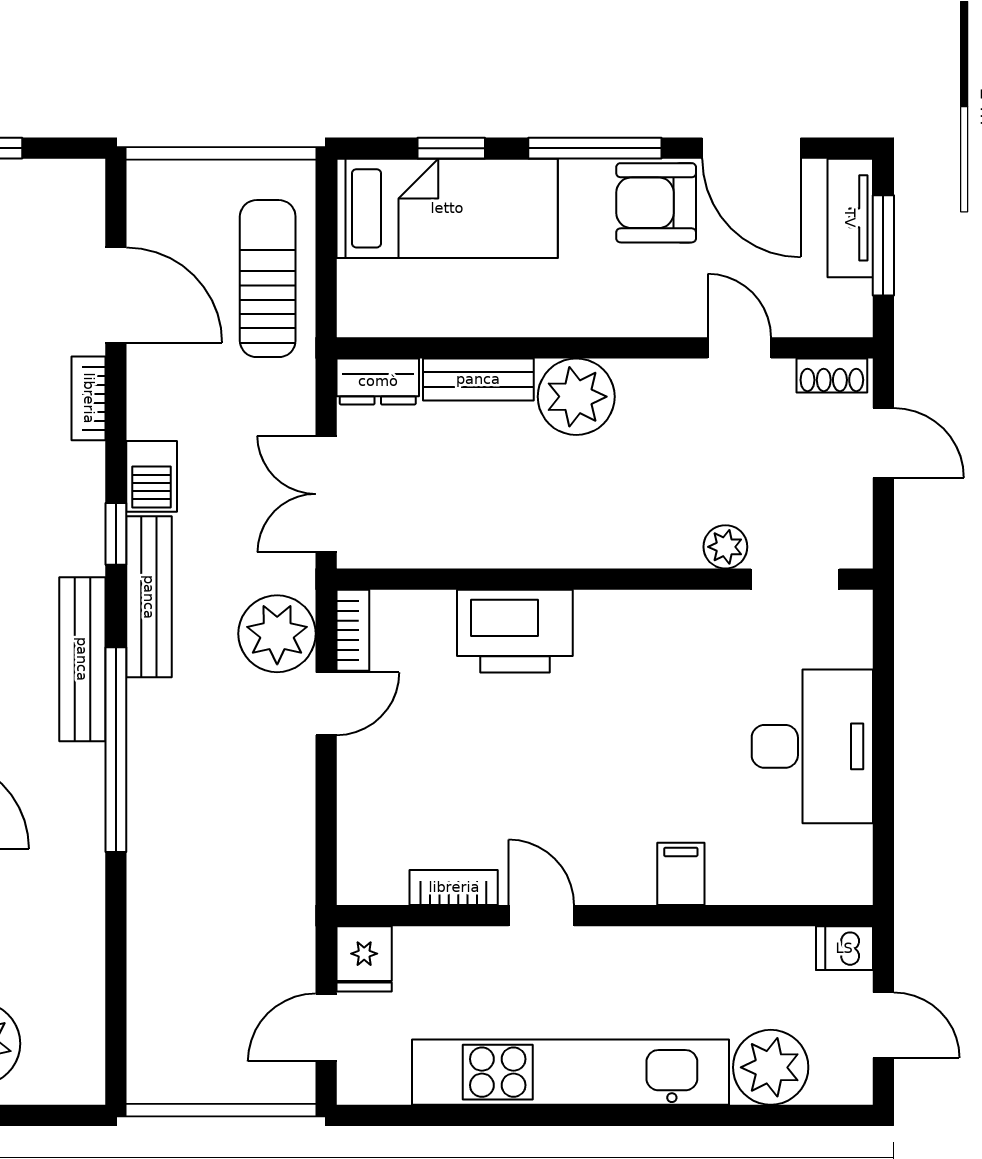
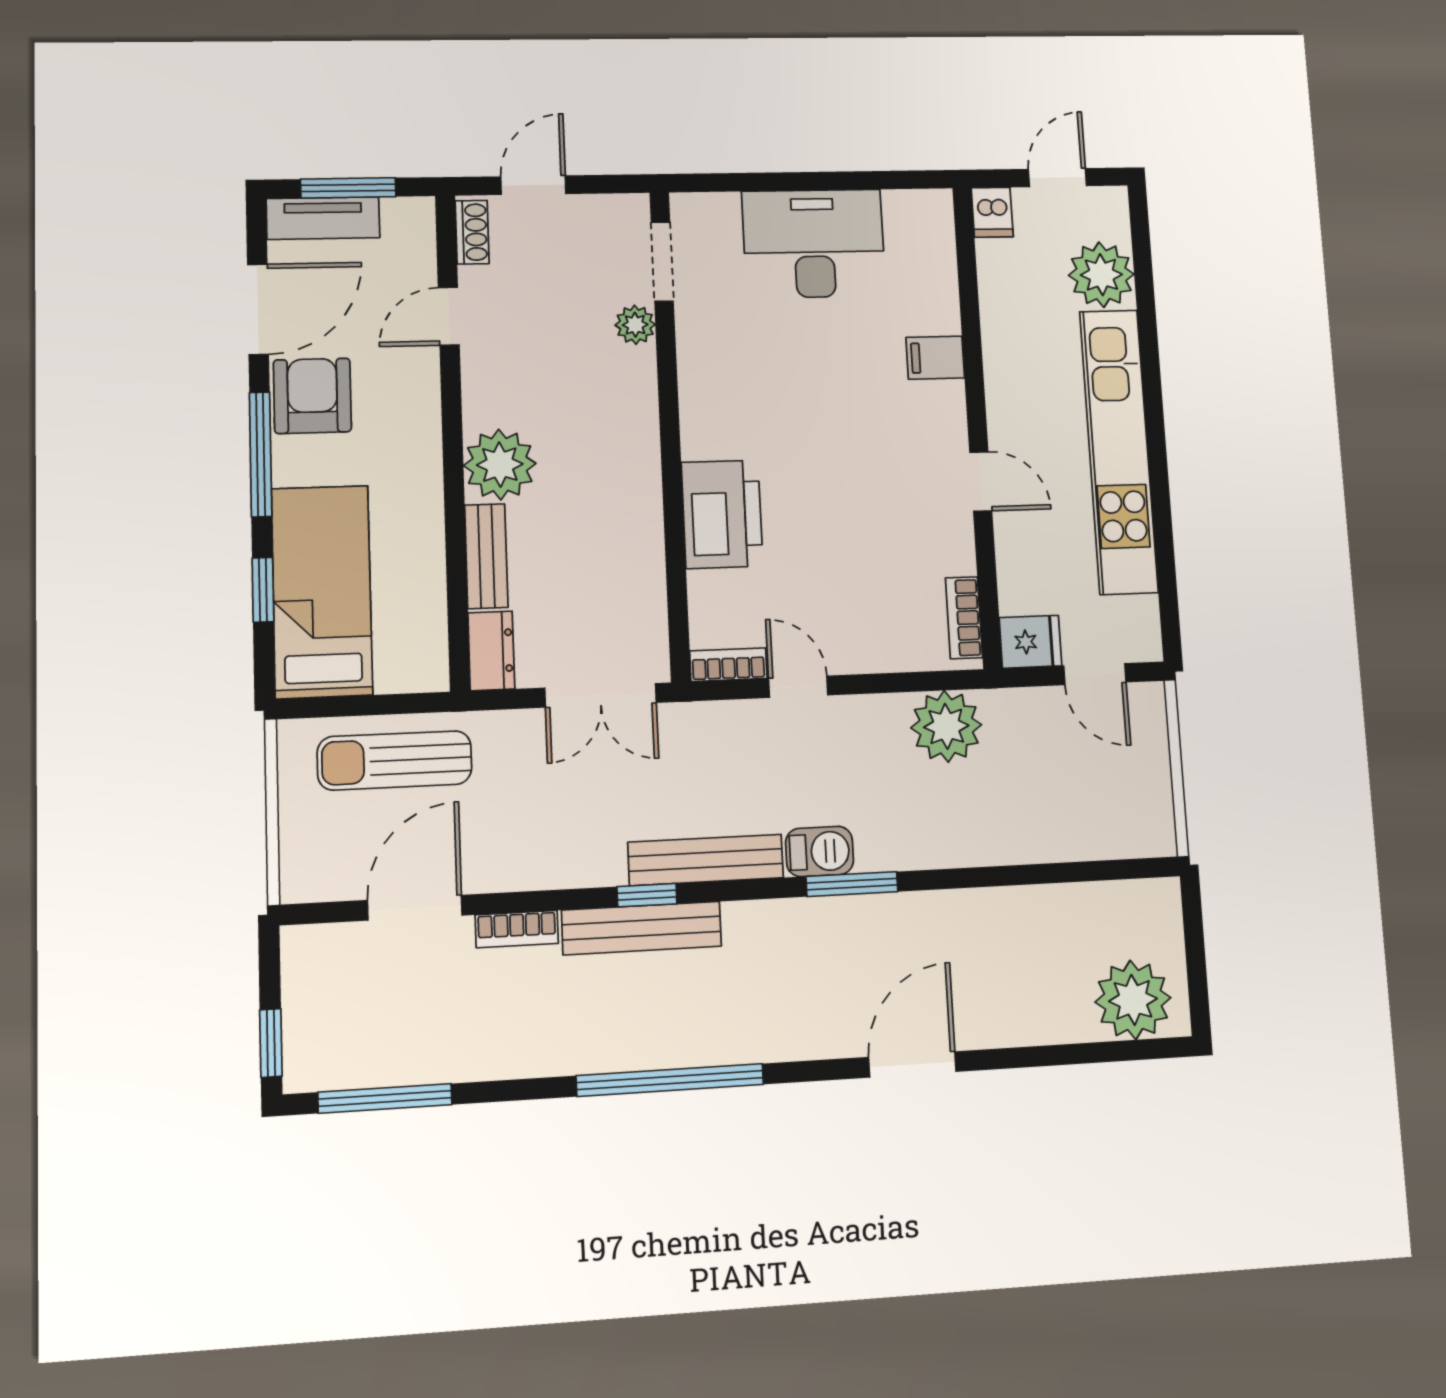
armchair: (656, 203) -> (312, 396), turned 180
barbecue: (152, 476) -> (819, 851), moved
plant: (277, 634) -> (946, 726), moved
bench: (82, 659) -> (642, 928), moved
window: (116, 750) -> (852, 884), width x0.47
bookcase: (454, 887) -> (964, 618), moved
door: (541, 916) -> (981, 482), swing flipped

